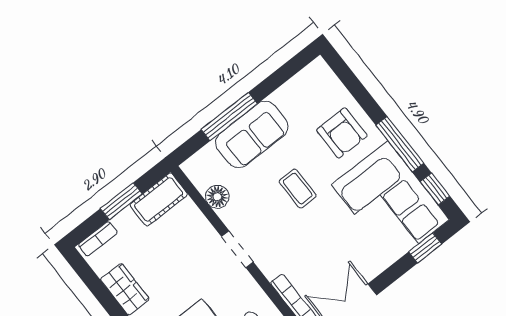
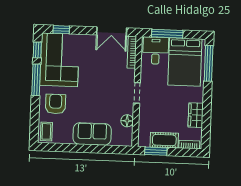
window: (229, 117) -> (95, 149), removed
coffee table: (298, 189) -> (46, 131), moved
cot: (159, 199) -> (164, 140), moved
window: (121, 201) -> (156, 151), moved

